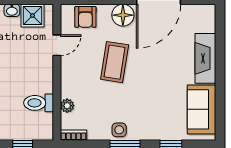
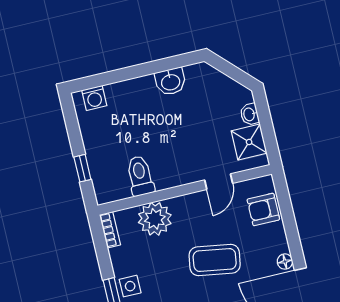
floor lamp: (123, 15) -> (285, 262), width x0.53, depth x0.53
door: (57, 45) -> (219, 182), hinge flipped
plant: (67, 106) -> (155, 219), width x1.88, depth x1.88

